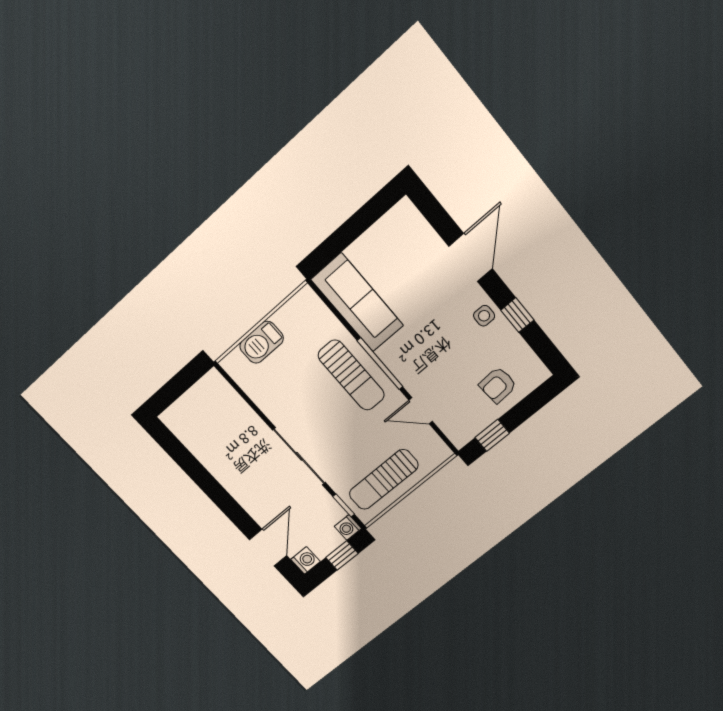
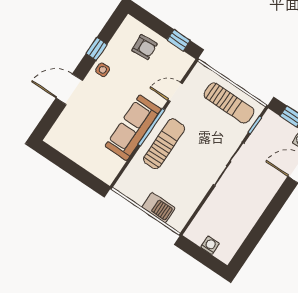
sofa: (357, 303) -> (133, 128), moved
door: (421, 411) -> (175, 92), swing flipped
washing machine: (348, 527) -> (210, 245), moved, turned -90

